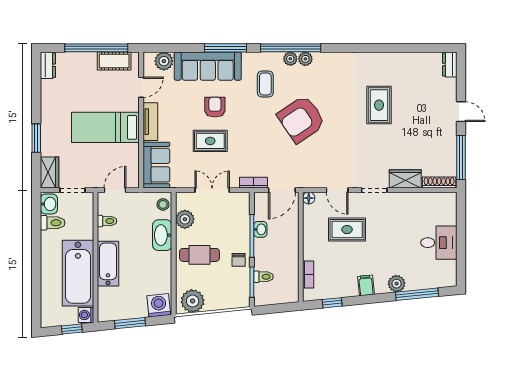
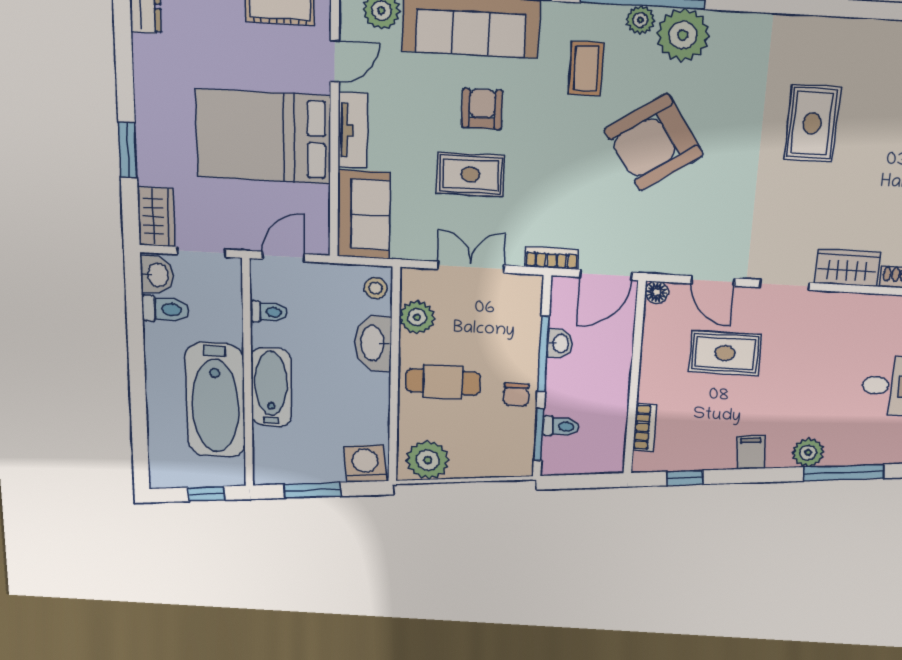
plant: (305, 59) -> (683, 35), width x1.88, depth x1.88
bed: (105, 127) -> (263, 137), width x1.50
washing machine: (86, 315) -> (232, 472), removed

